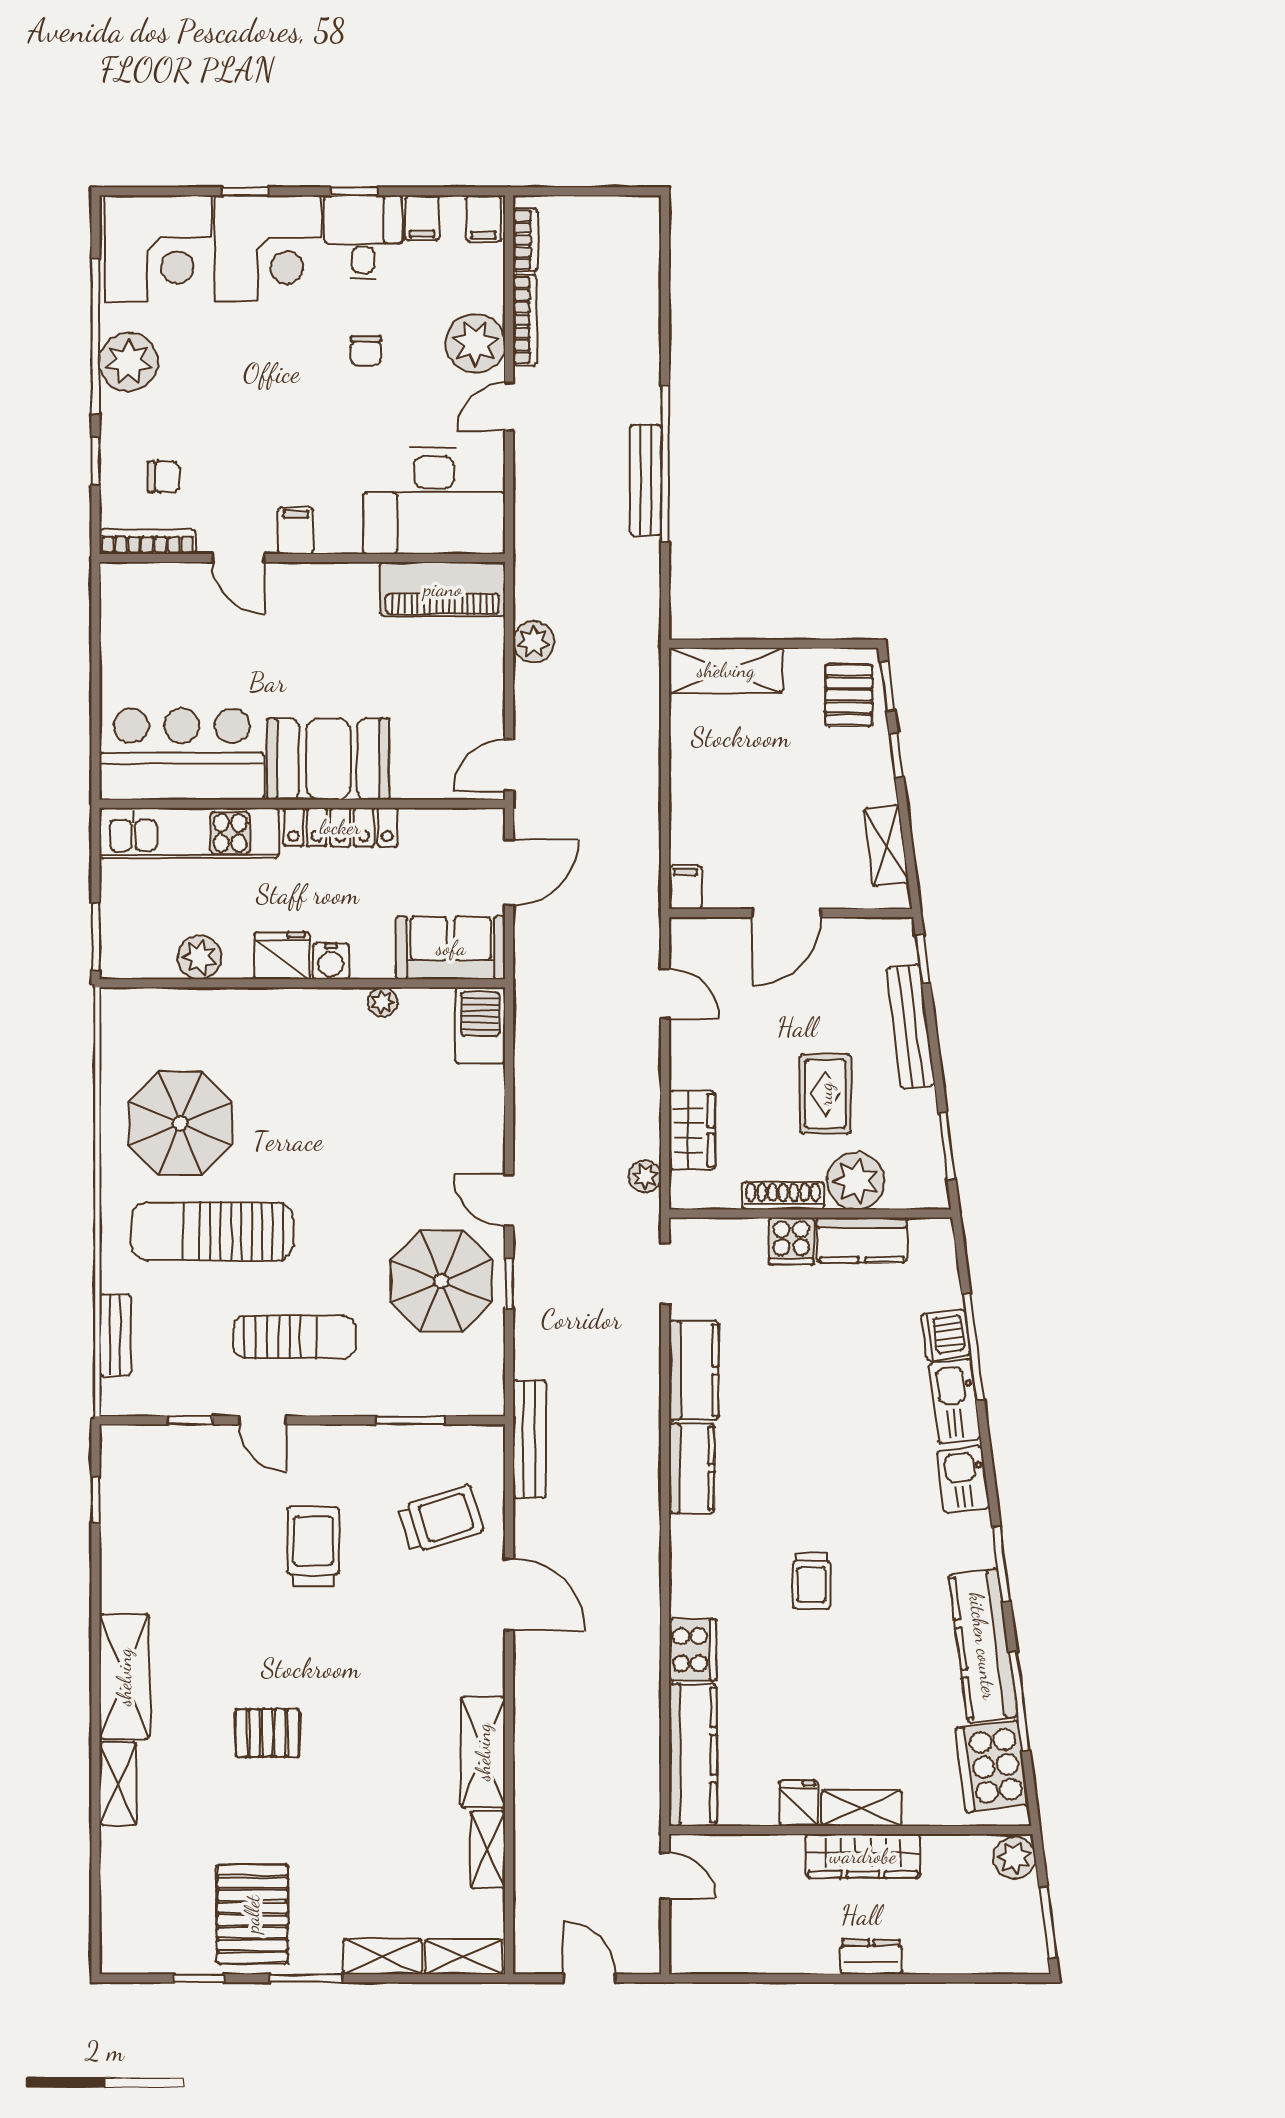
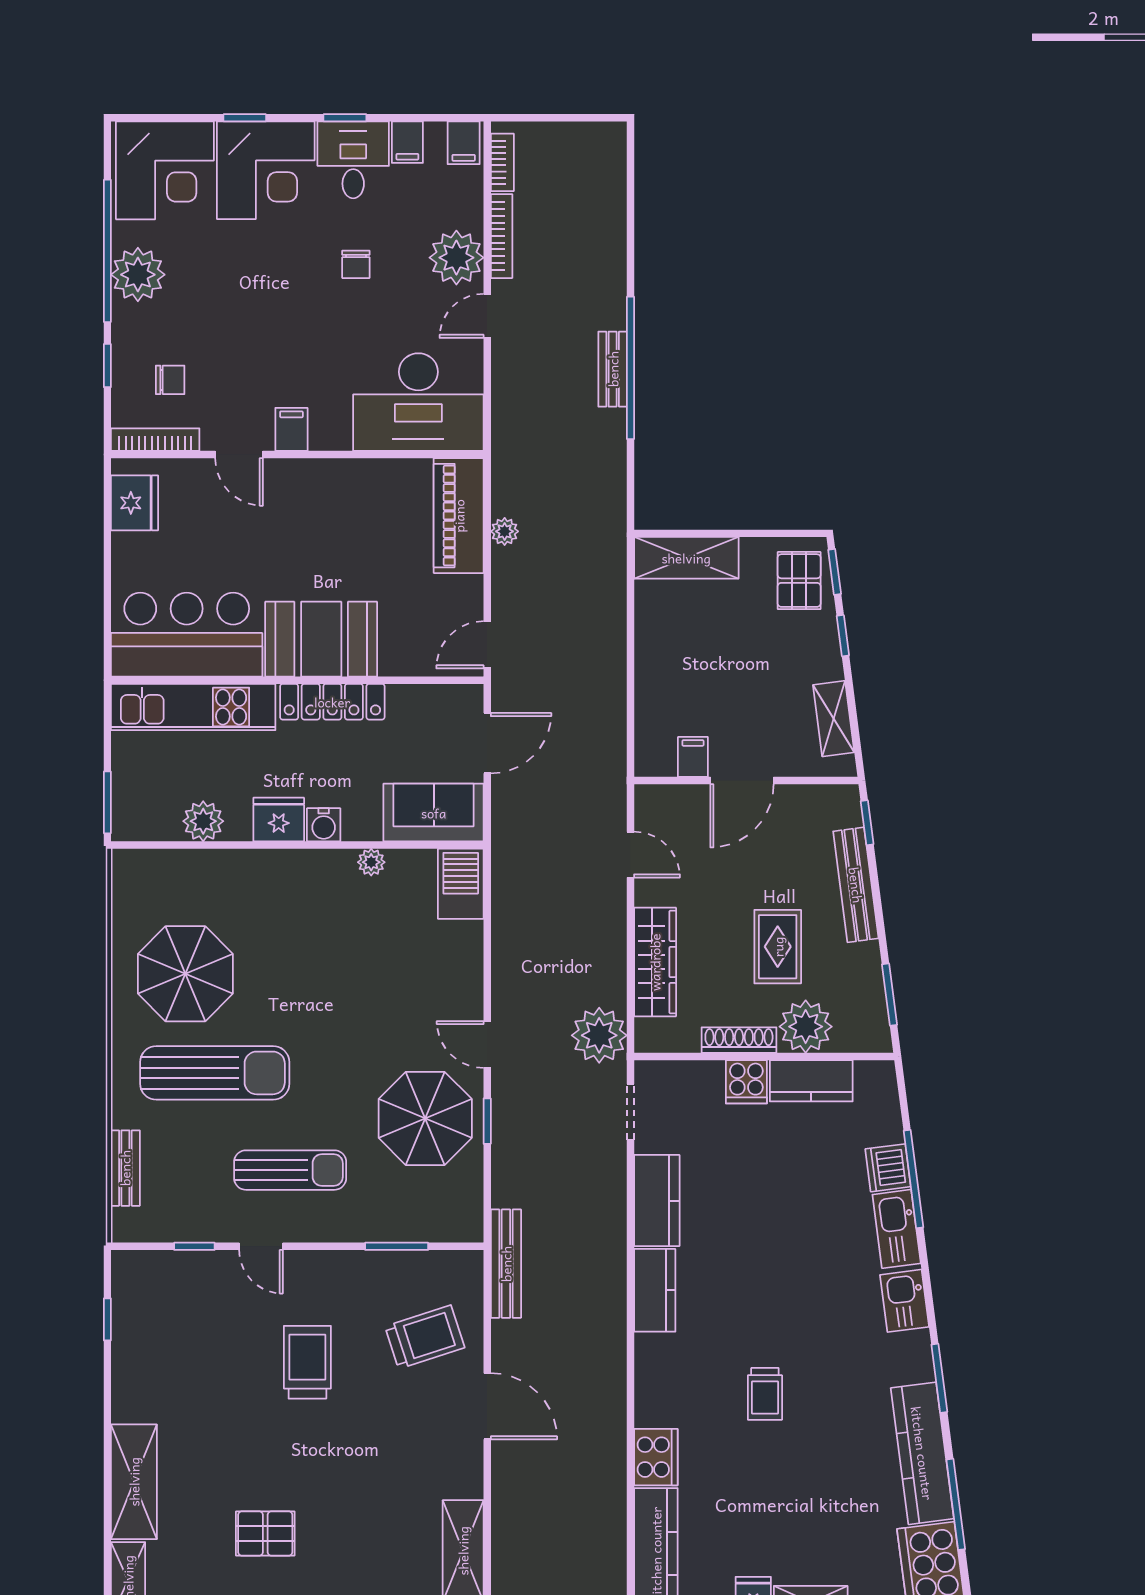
bench: (646, 480) -> (613, 369), width x0.73
piano: (443, 589) -> (459, 516), moved, turned 90
fridge: (125, 611) -> (135, 503), added
plant: (534, 642) -> (505, 531), width x0.73, depth x0.73
filing cabinet: (685, 887) -> (693, 757), moved
wardrobe: (692, 1130) -> (655, 962), width x1.50
plant: (645, 1176) -> (599, 1035), width x1.87, depth x1.87
sun lounger: (212, 1231) -> (215, 1073), turned 180

